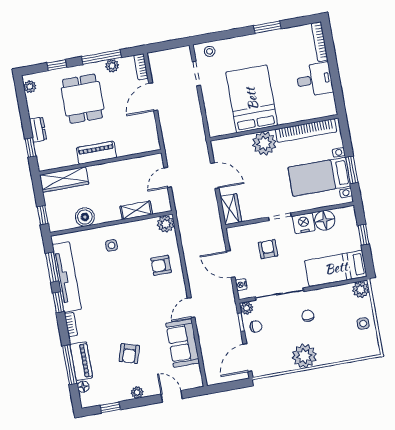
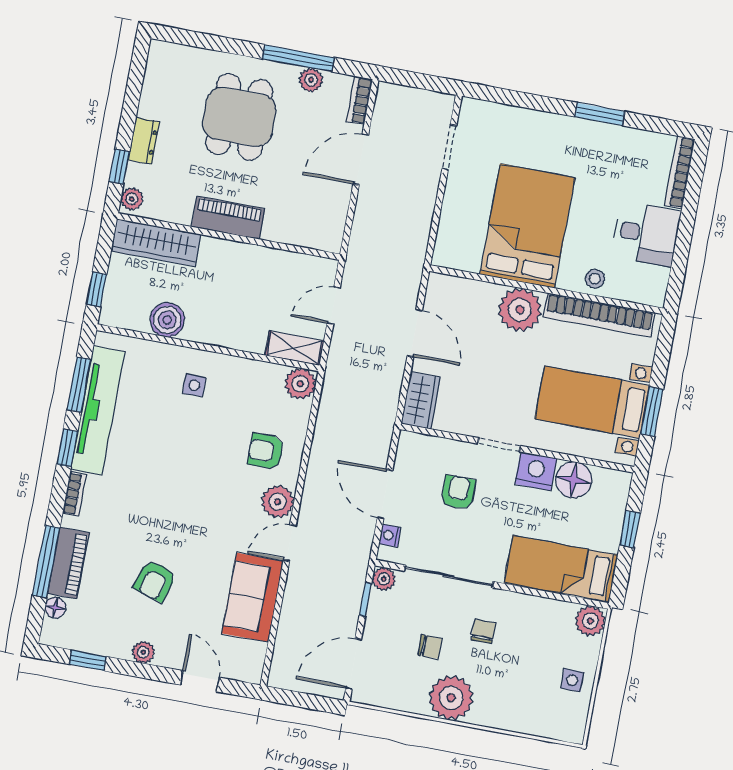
stool: (210, 51) -> (595, 279), moved
window: (57, 65) -> (217, 43), removed
plant: (30, 87) -> (132, 199), moved
shelving: (136, 210) -> (295, 348), moved
plant: (177, 289) -> (278, 502), added
chair: (256, 326) -> (430, 647), moved

